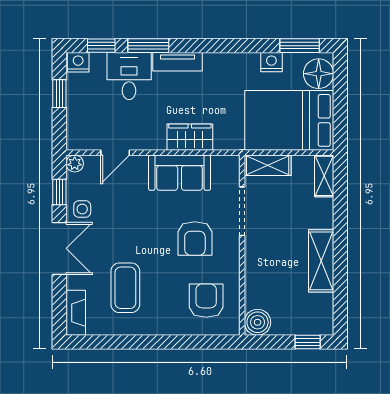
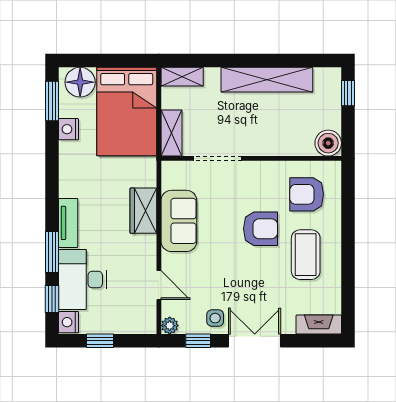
desk: (129, 76) -> (82, 280), width x1.37
armchair: (195, 238) -> (261, 229), moved
shelving: (321, 261) -> (267, 80), width x1.47
coffee table: (125, 288) -> (306, 255), moved, turned 90

